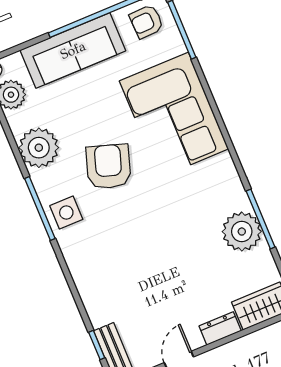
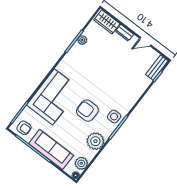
armchair: (108, 167) -> (87, 111), turned 72
plant: (242, 232) -> (82, 40), width x0.53, depth x0.53

